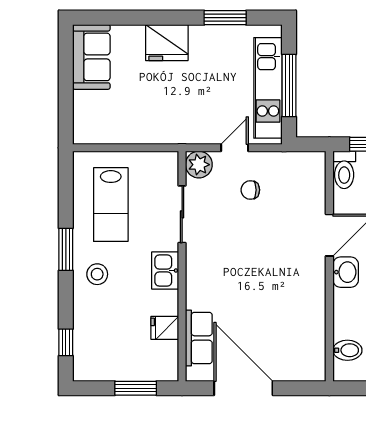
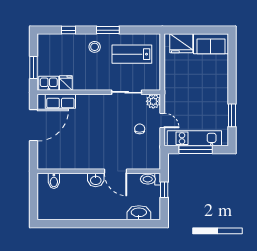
fridge: (167, 43) -> (181, 43), moved, turned -90
kitchen sink: (165, 271) -> (49, 83), moved
window: (66, 342) -> (69, 30), moved

